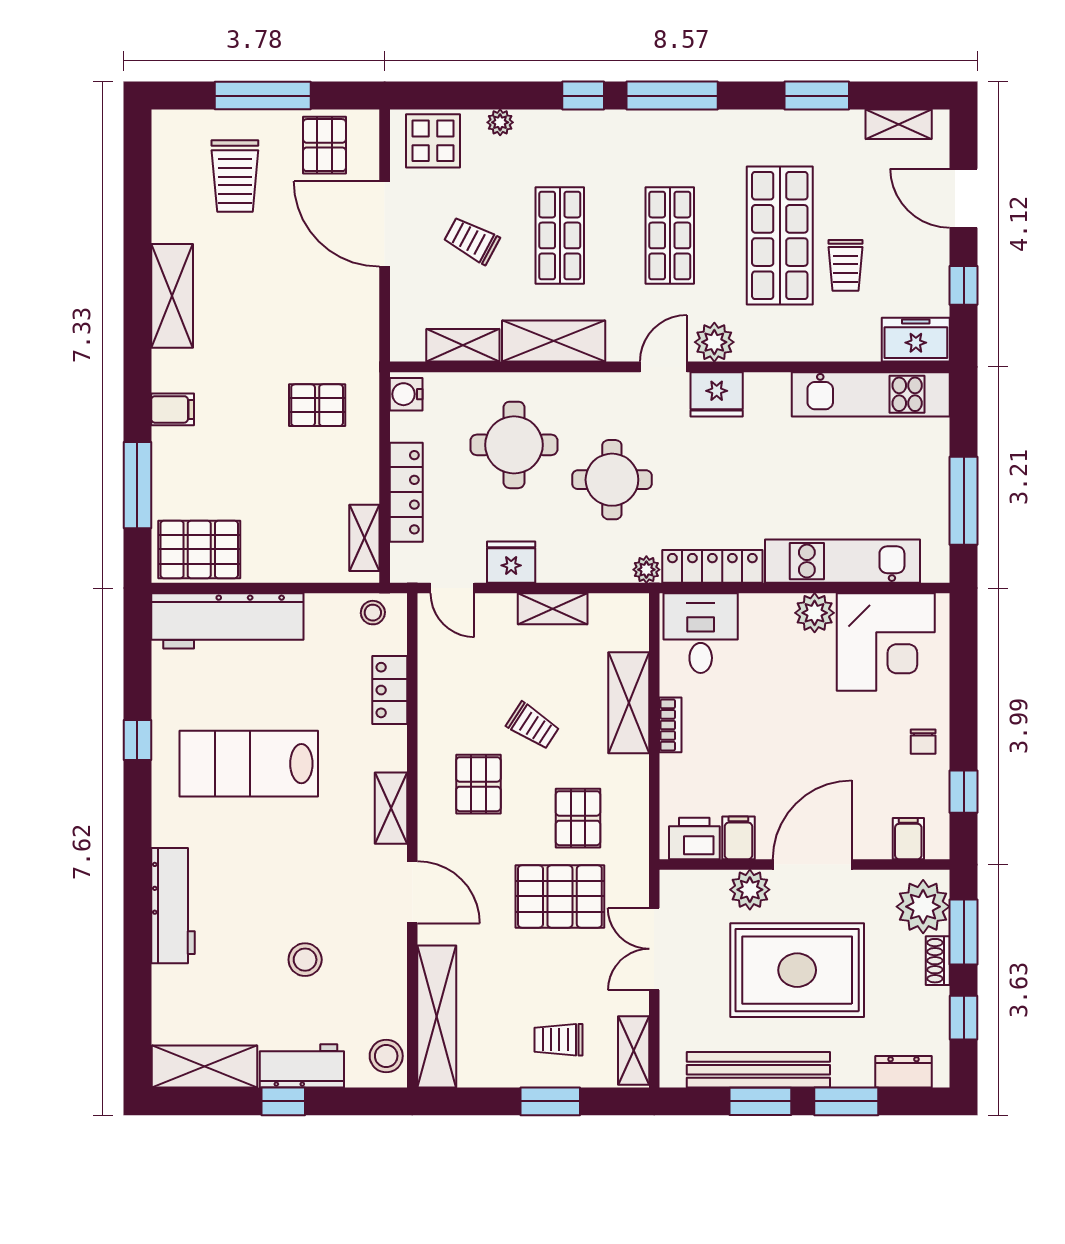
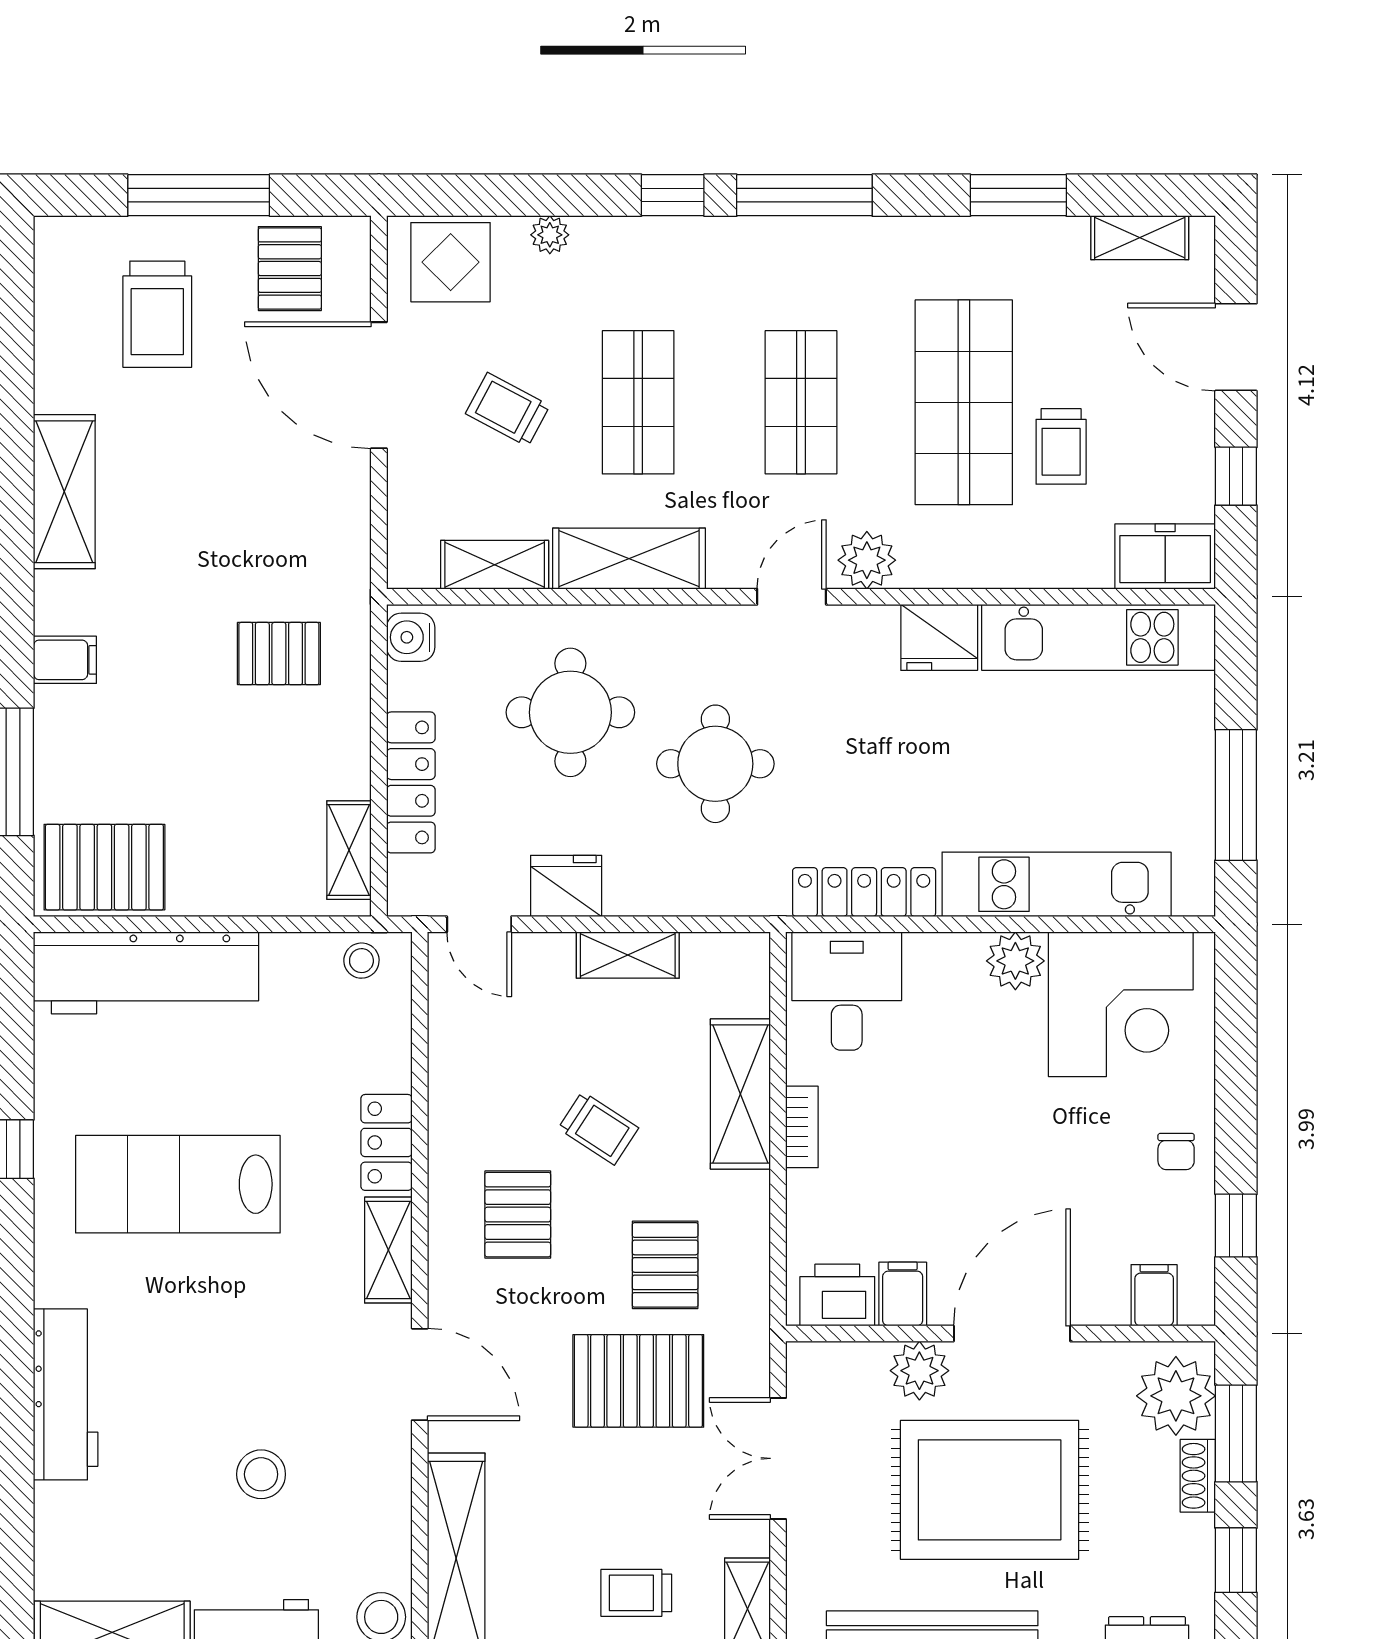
fridge: (717, 394) -> (939, 637), moved
plant: (646, 570) -> (766, 897), removed
locker: (390, 690) -> (387, 1142), moved

